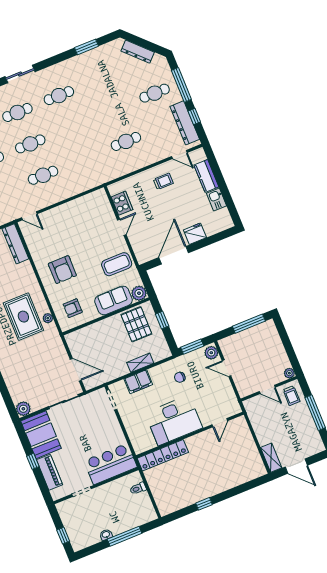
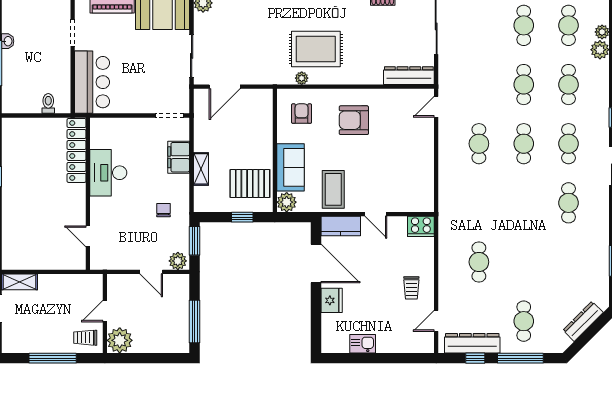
kitchen counter: (206, 176) -> (341, 226), moved, turned 180
cooker: (122, 203) -> (421, 226), moved
door: (226, 368) -> (151, 272), swing flipped
plant: (289, 373) -> (120, 340), width x1.88, depth x1.88
desk: (174, 420) -> (108, 173), width x0.73, depth x0.77

